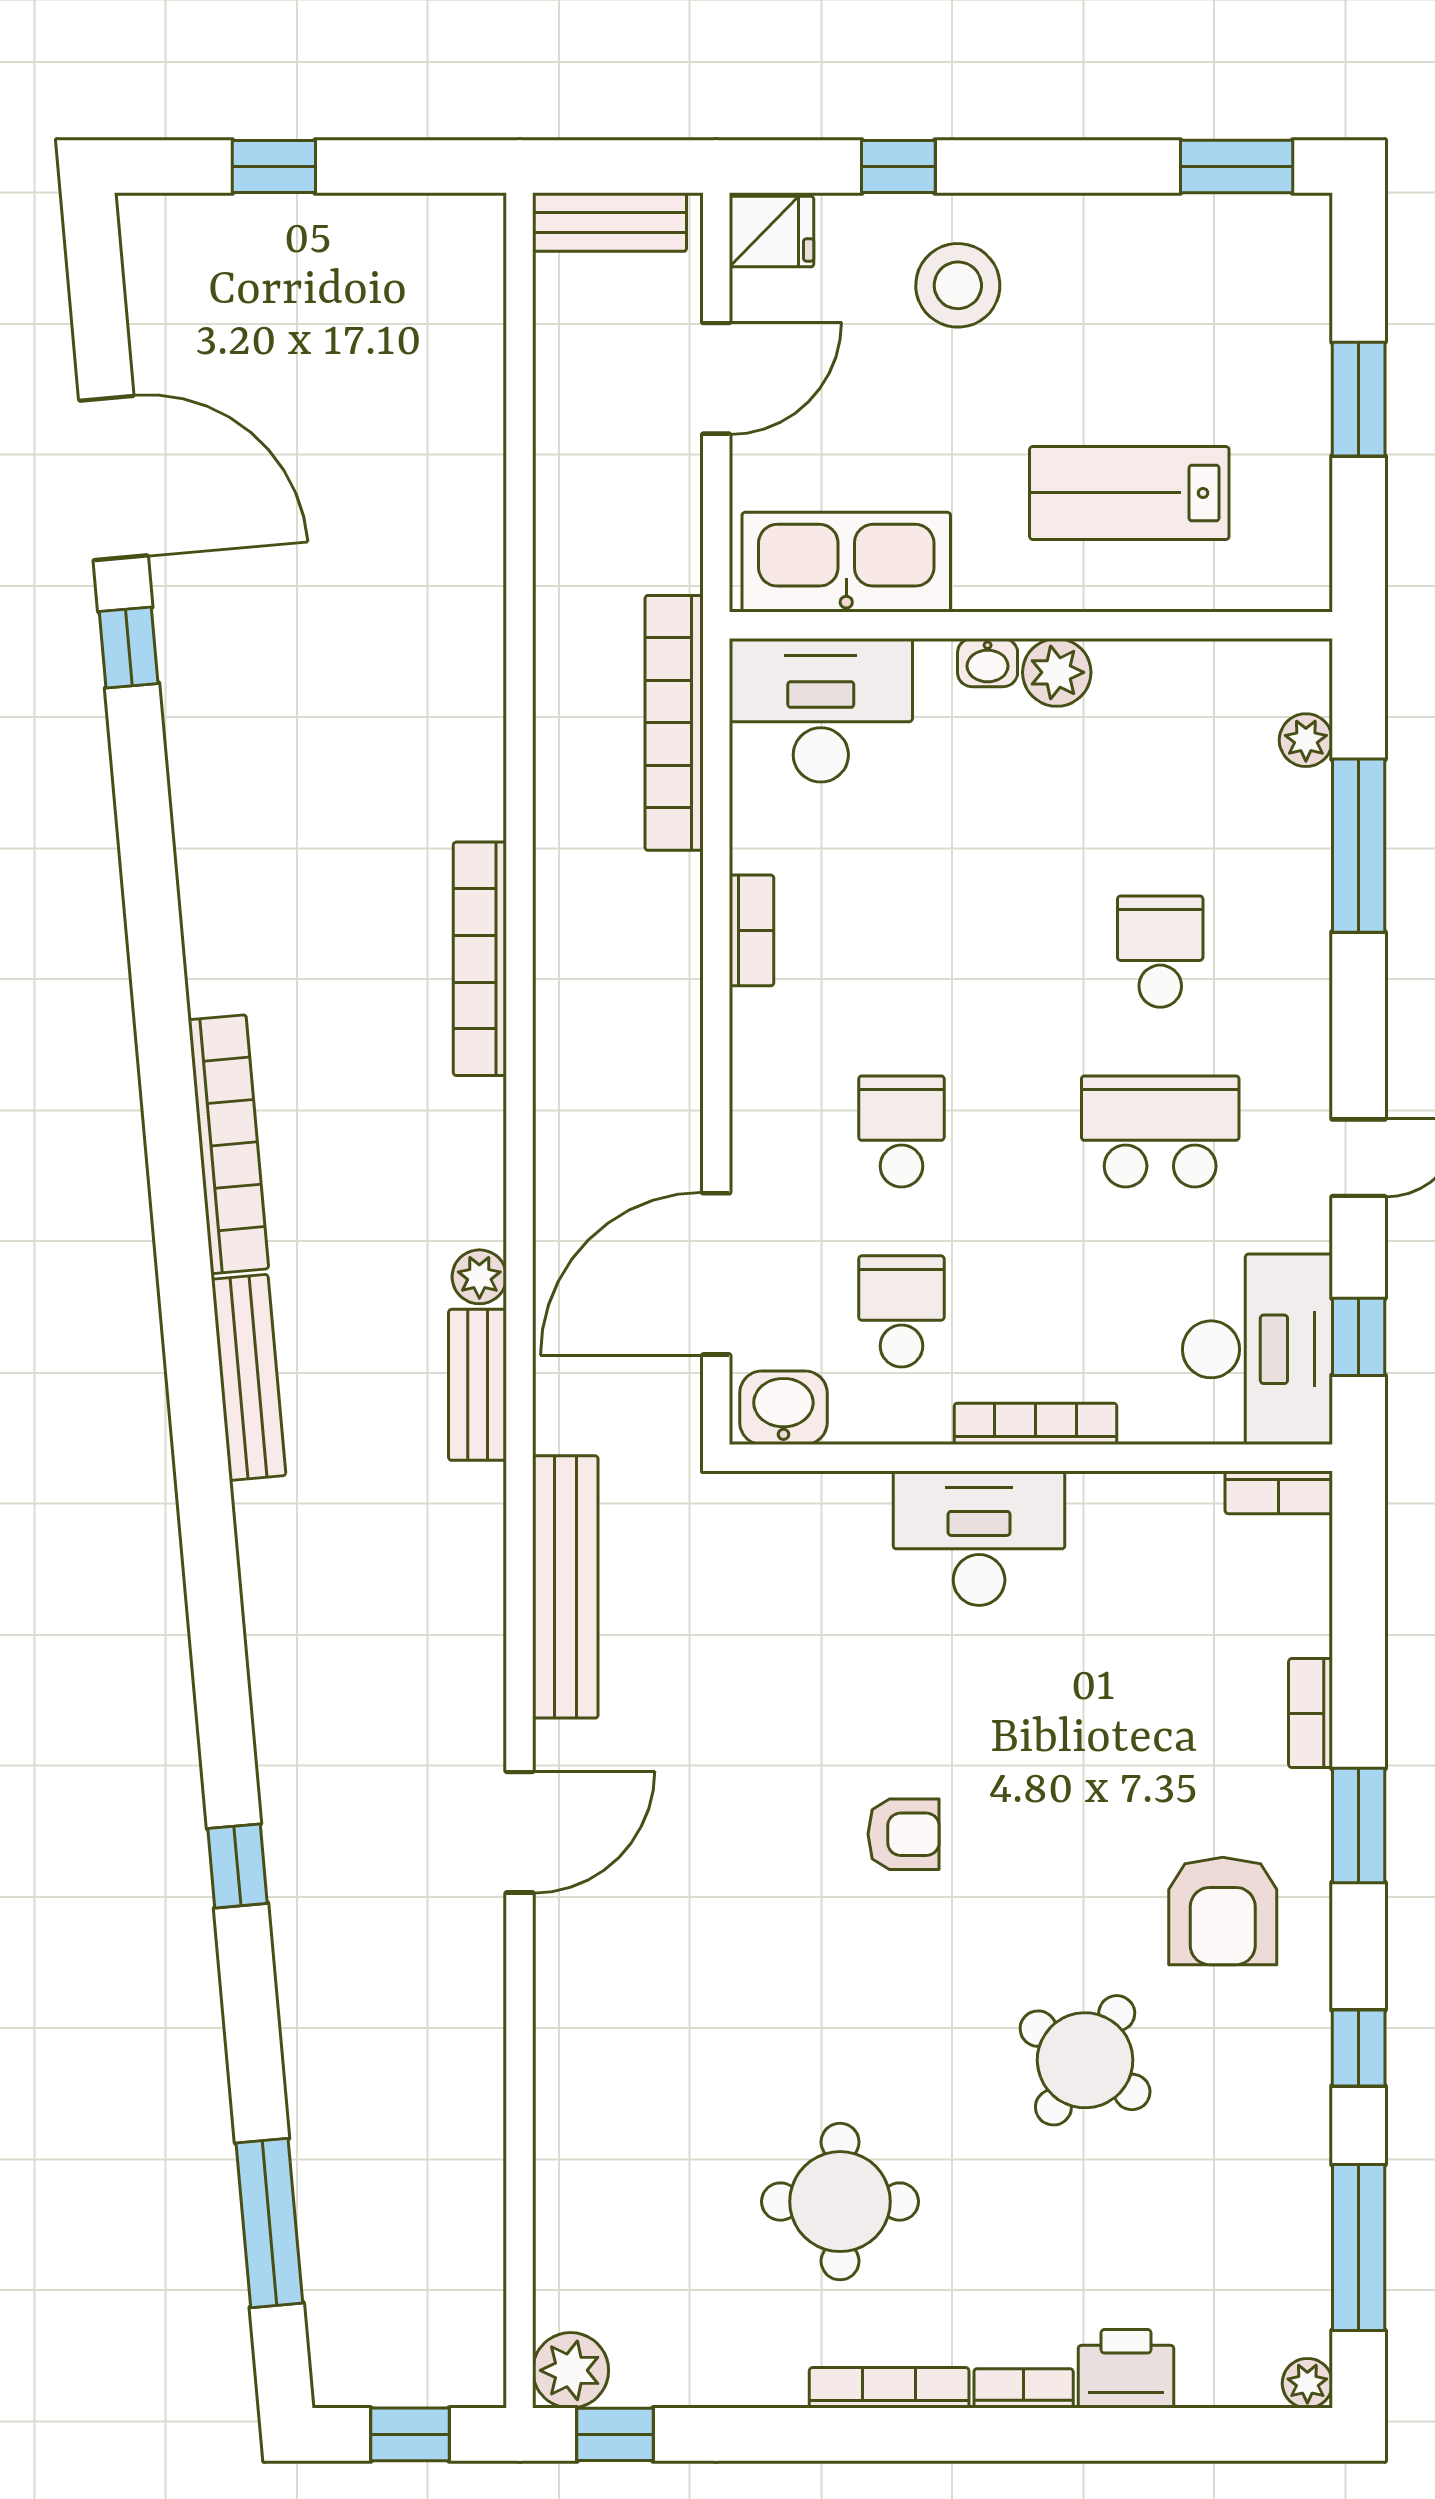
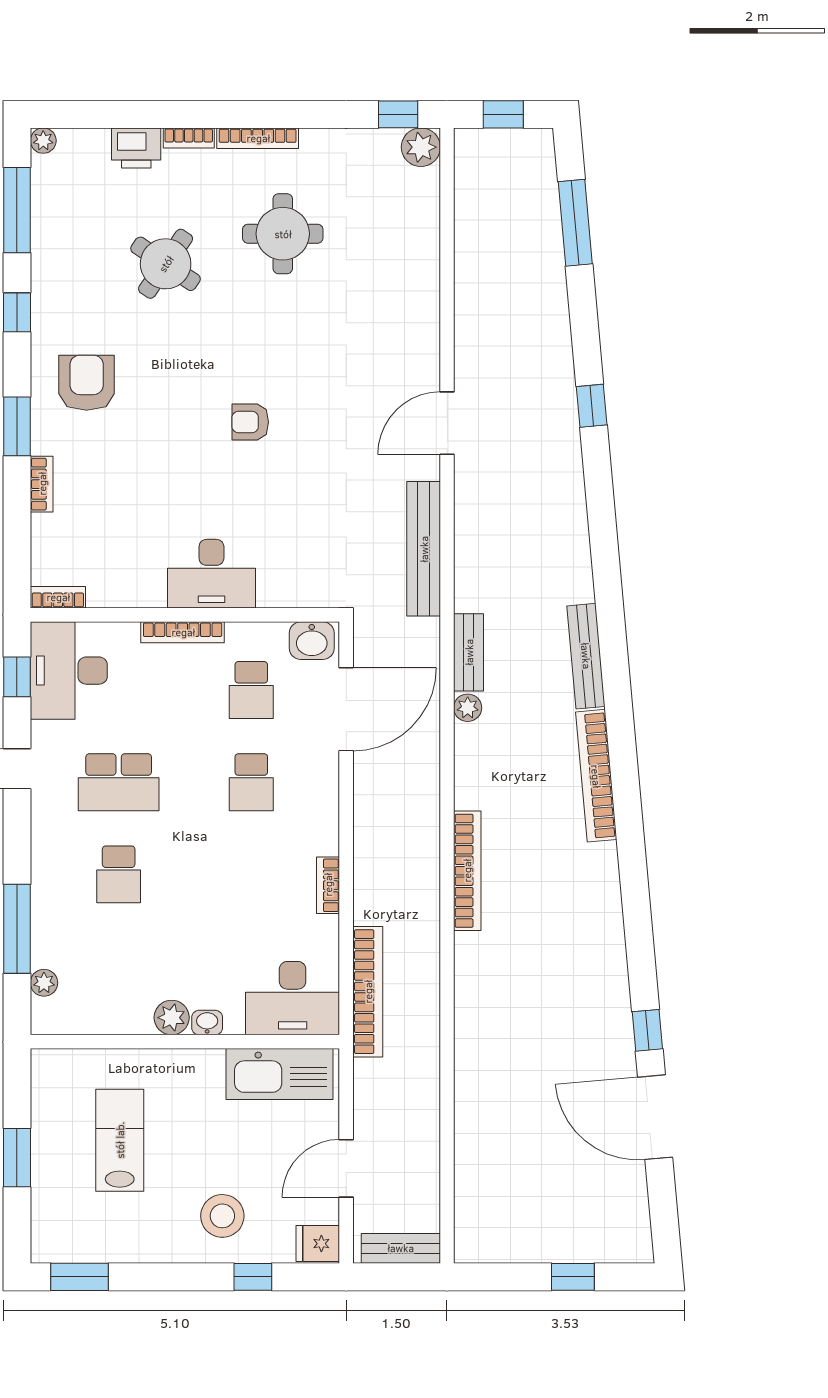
lab bench: (1129, 493) -> (120, 1140), moved, turned -90
round table: (1085, 2060) -> (166, 264), moved

